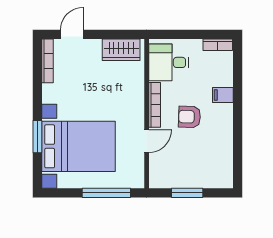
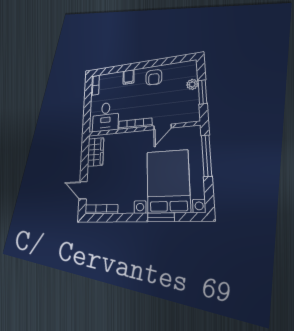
armchair: (189, 117) -> (154, 77), moved
door: (147, 141) -> (163, 127), swing flipped
plant: (199, 181) -> (192, 84), added

